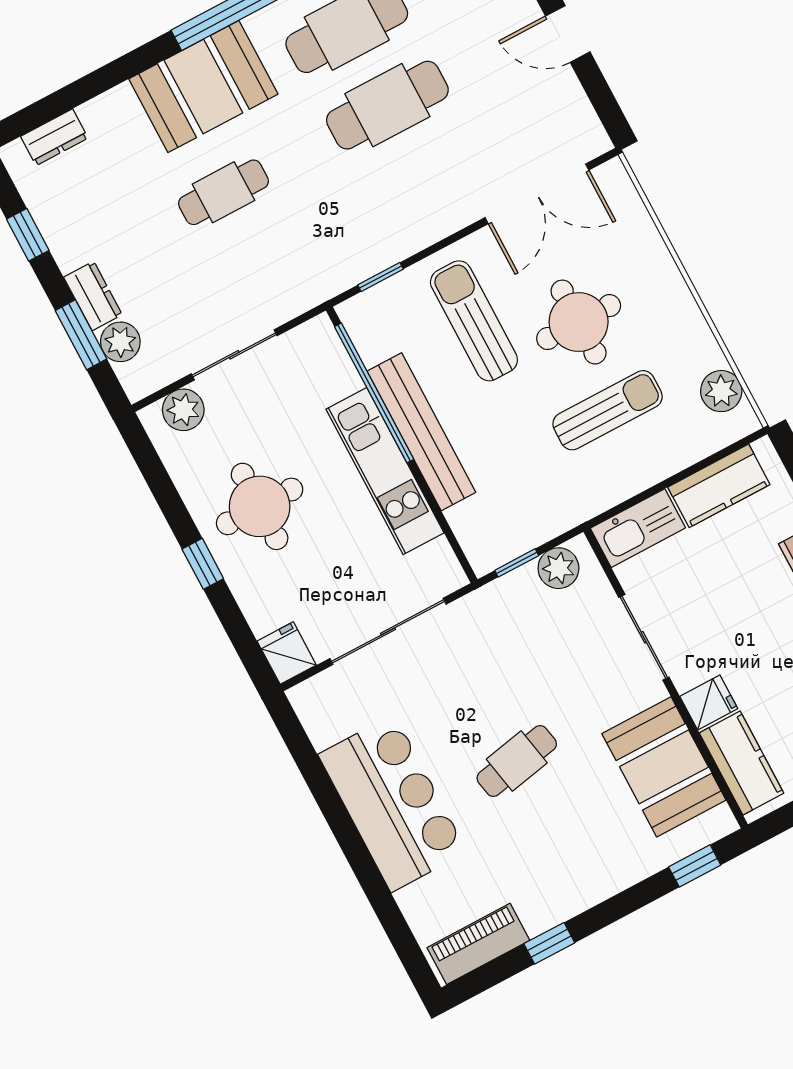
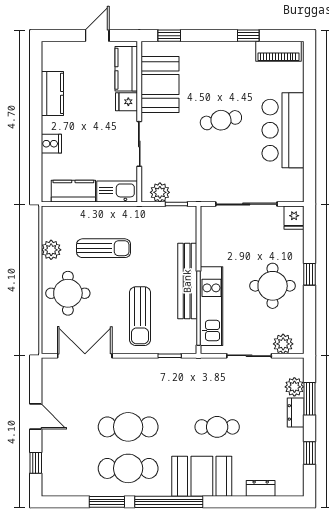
dresser: (54, 137) -> (261, 488), moved
round table: (579, 322) -> (68, 293), moved
plant: (721, 391) -> (51, 250), moved
sun lounger: (608, 410) -> (104, 248), turned 180
kitchen unit: (385, 471) -> (211, 306), moved

